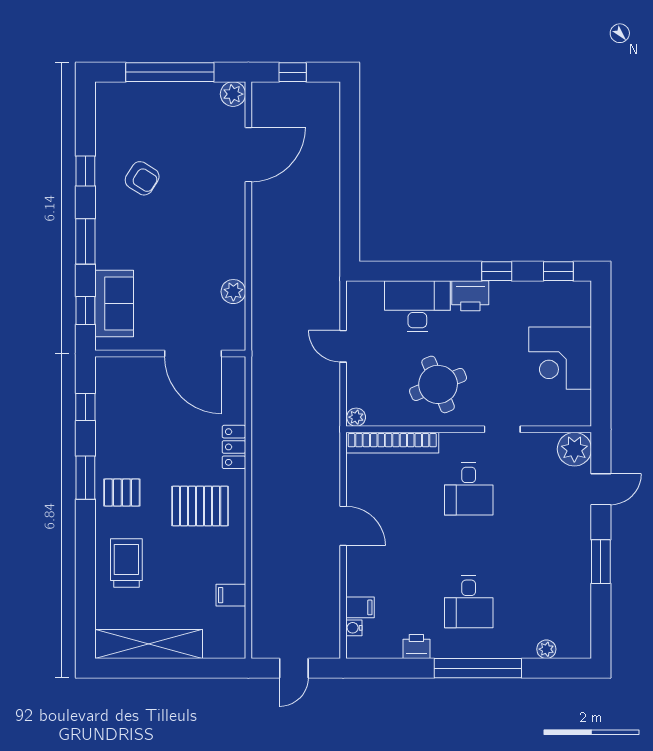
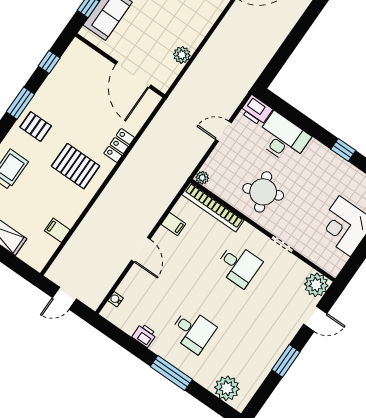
printer: (470, 296) -> (256, 110), moved
door: (343, 346) -> (223, 131), hinge flipped
desk: (469, 489) -> (239, 265), turned -90
door: (343, 526) -> (141, 250), moved
desk: (469, 602) -> (193, 331), turned -90
filing cabinet: (360, 607) -> (173, 224), moved
plant: (546, 649) -> (227, 388), width x1.87, depth x1.87
window: (478, 668) -> (171, 373), width x0.68

